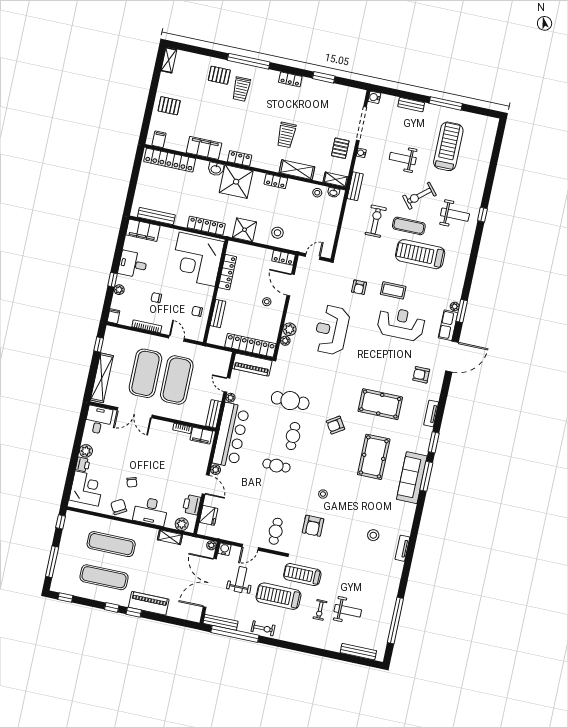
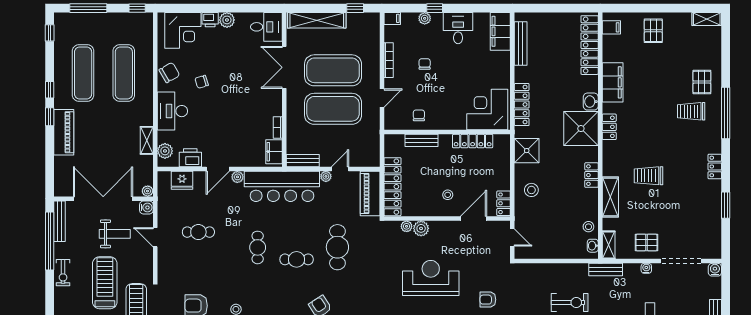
corner desk: (197, 259) -> (487, 110), width x0.74, depth x0.74
cafe table: (276, 531) -> (198, 232), moved

